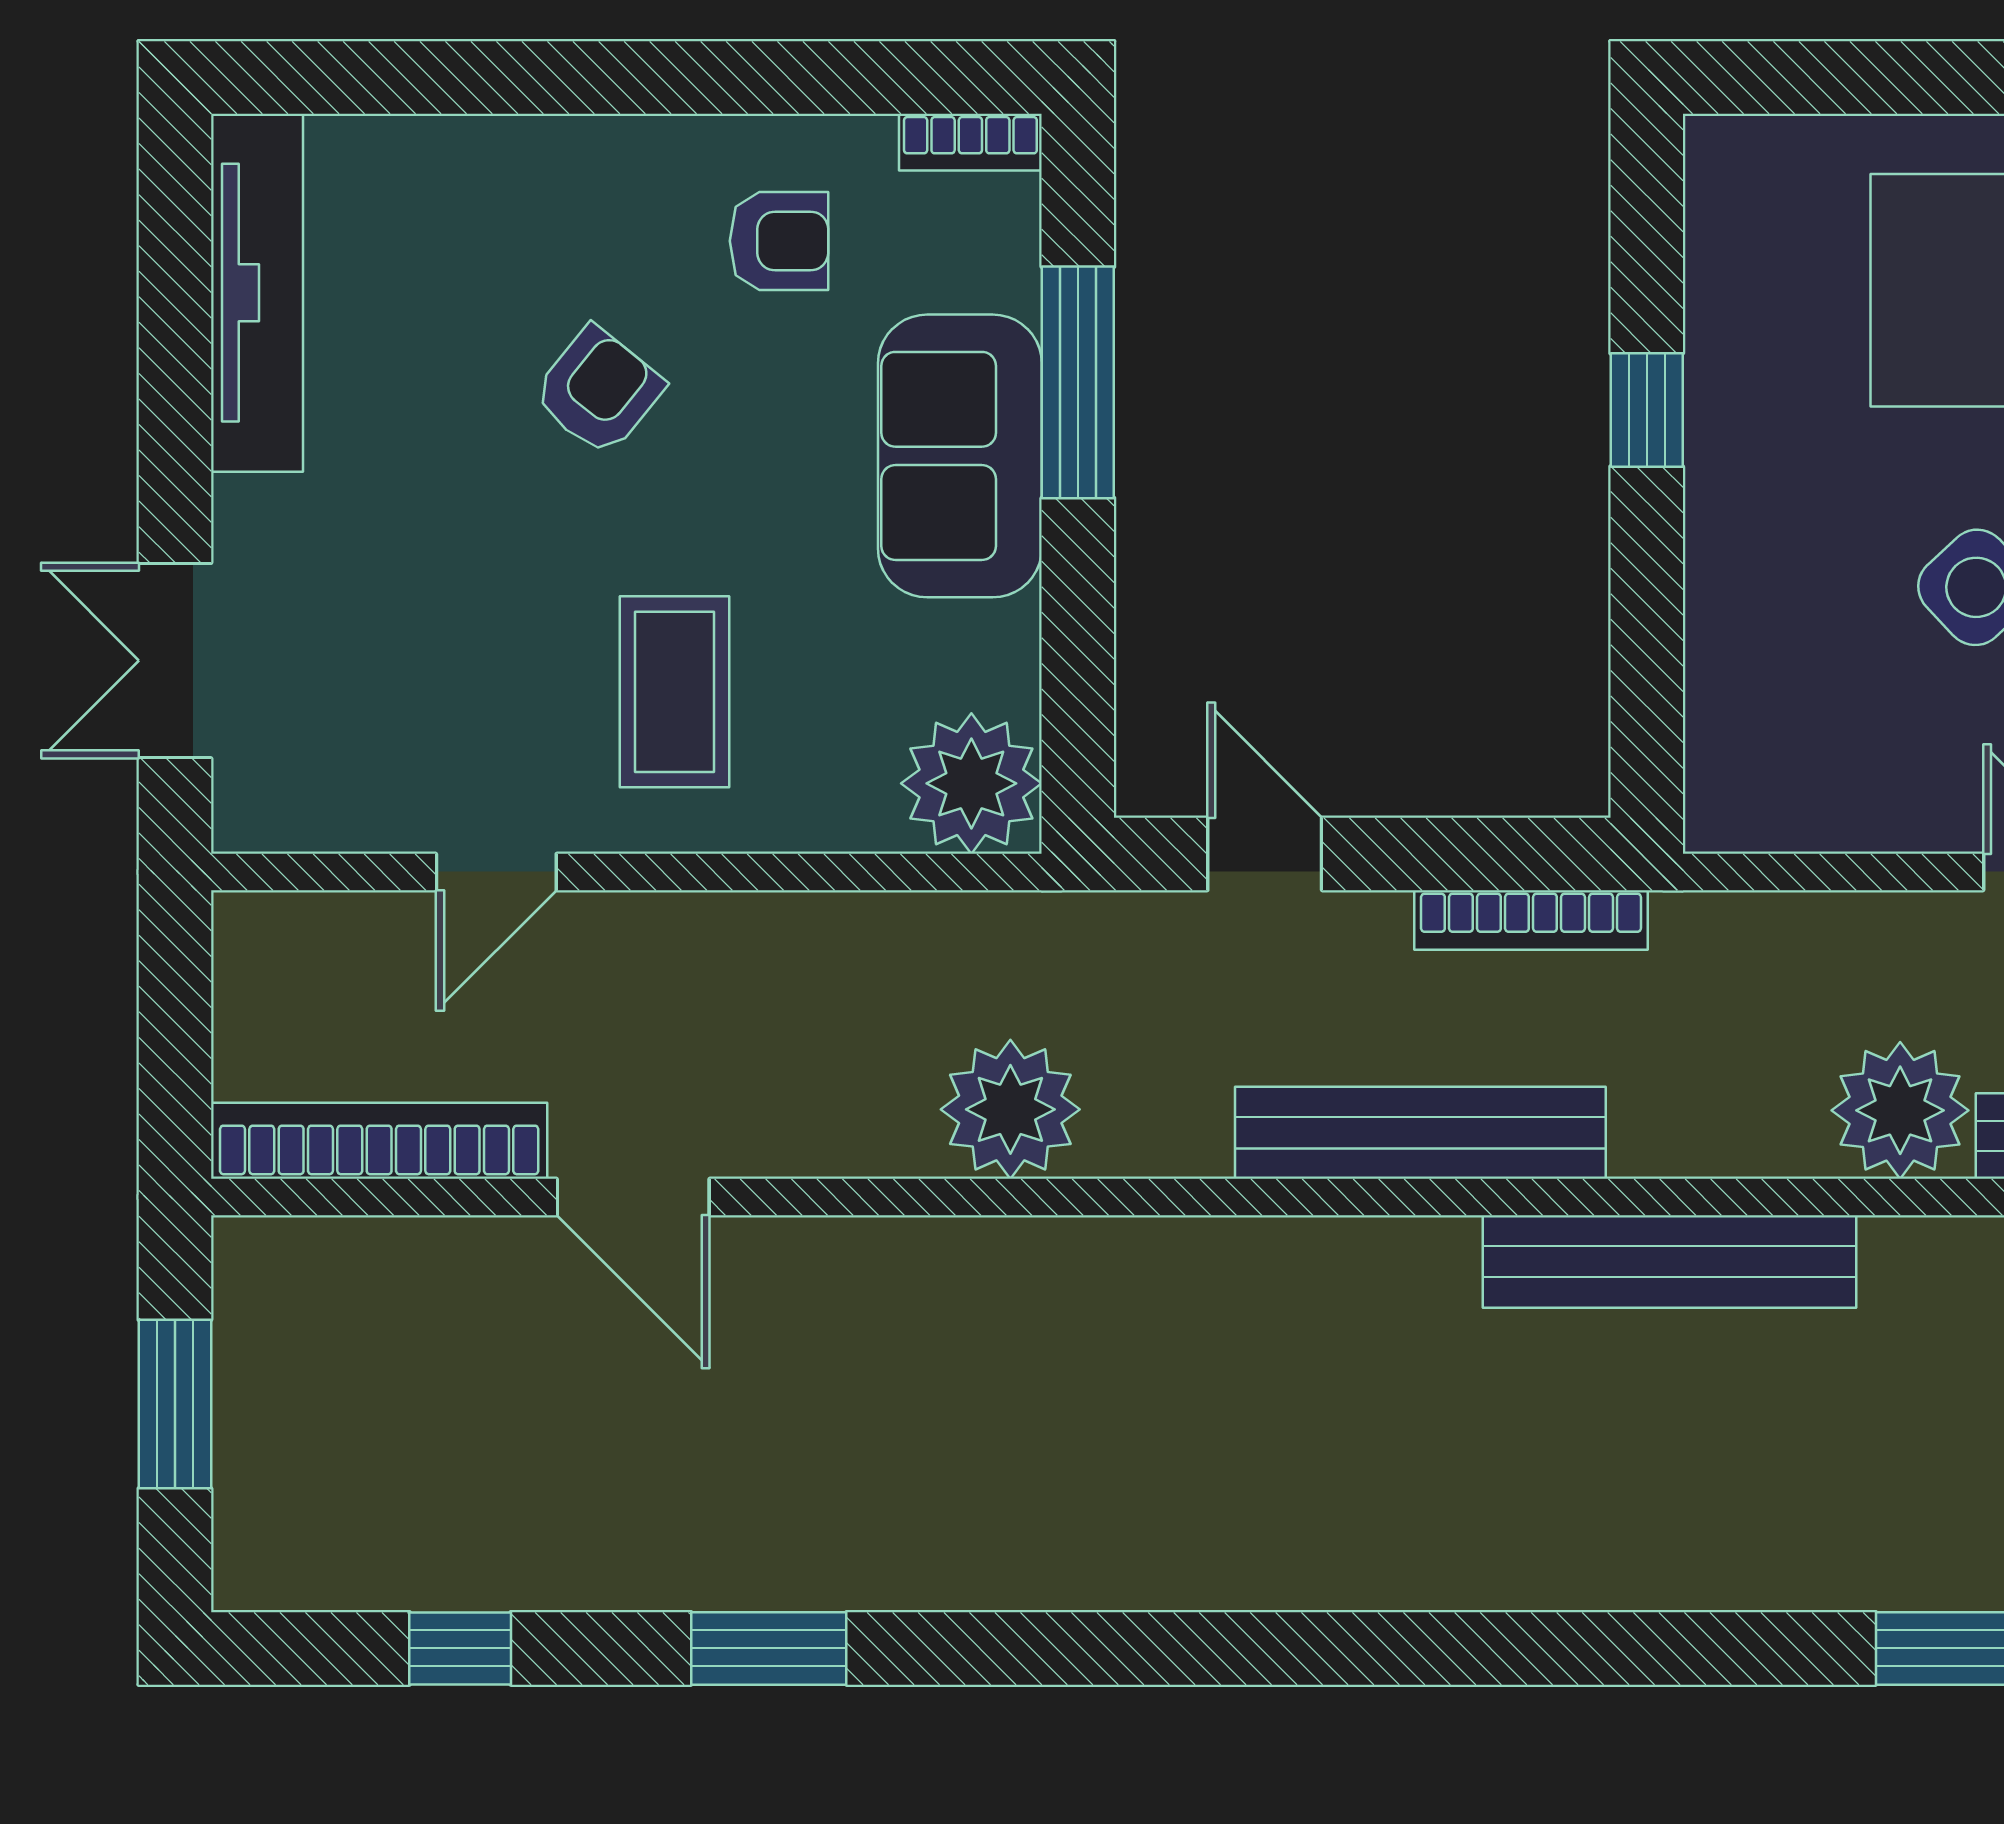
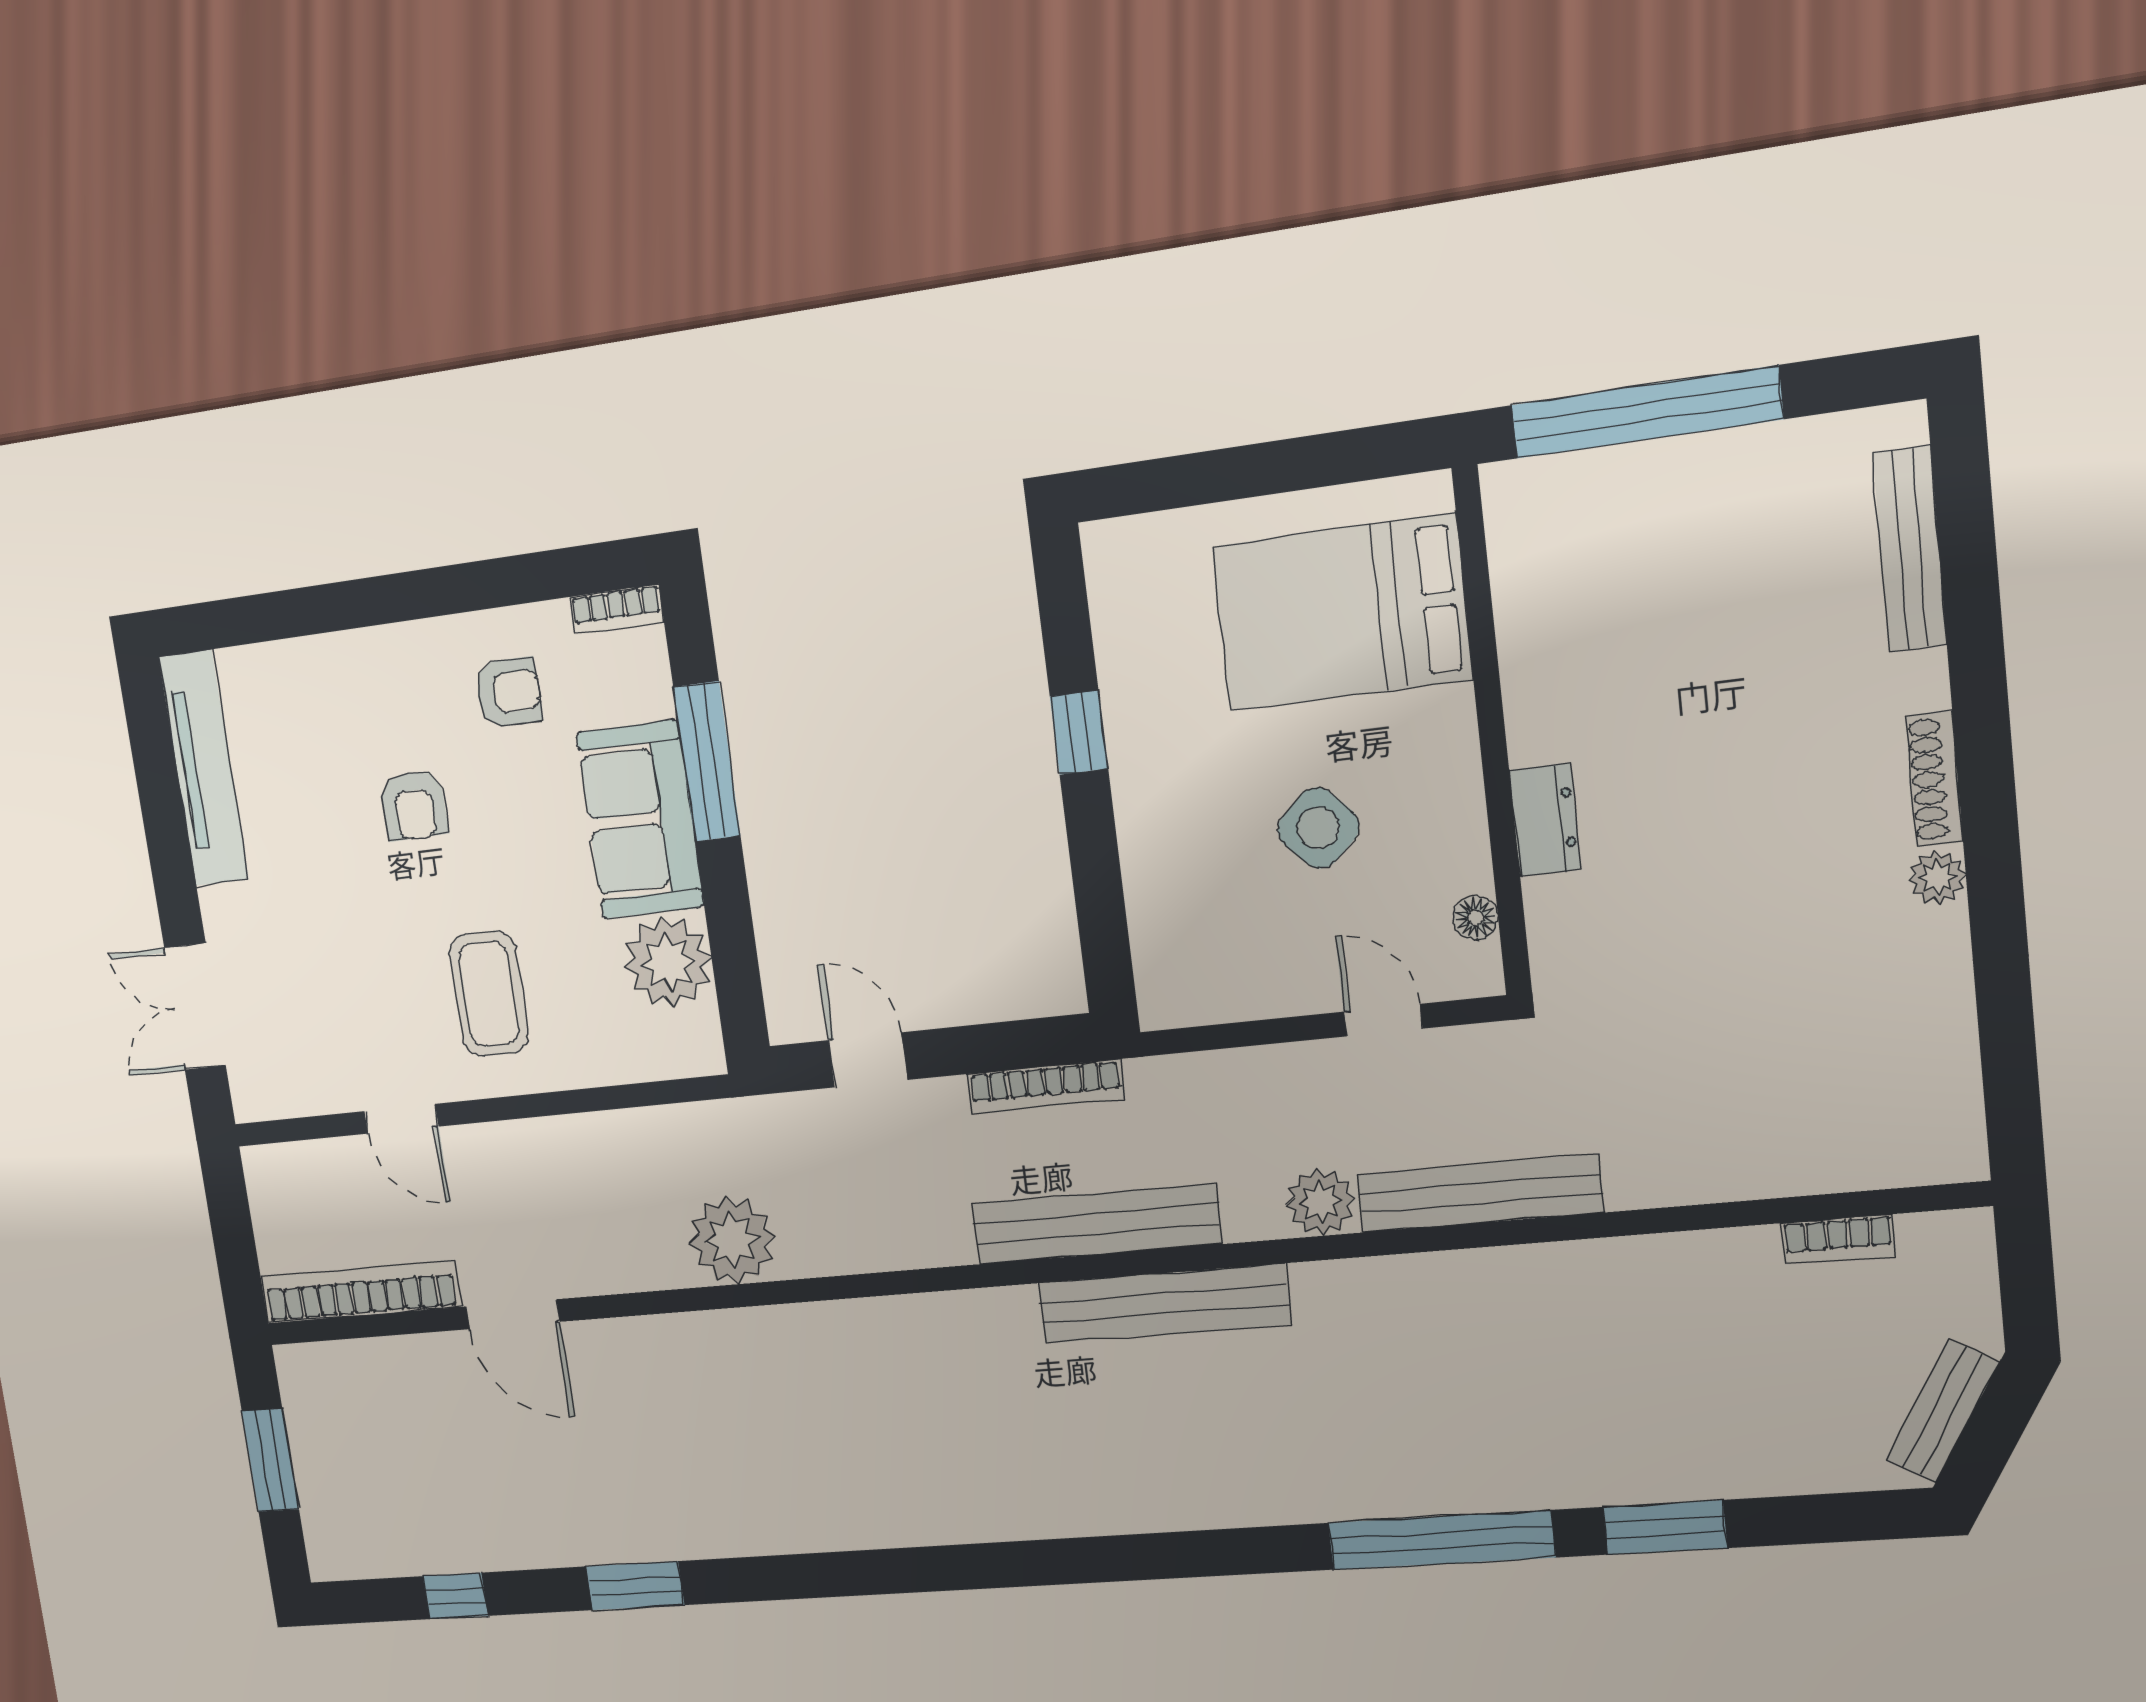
armchair: (598, 391) -> (414, 805), turned 140
plant: (971, 783) -> (668, 963), moved
door: (496, 872) -> (401, 1119), hinge flipped
plant: (1900, 1110) -> (1320, 1202), width x0.73, depth x0.73
bench: (1420, 1133) -> (1096, 1224), moved

